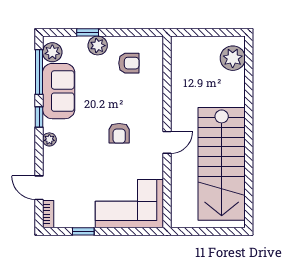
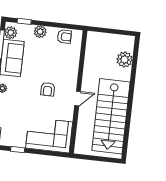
window: (88, 32) -> (24, 21), moved
plant: (233, 58) -> (125, 60), moved
armchair: (129, 63) -> (64, 37), moved

